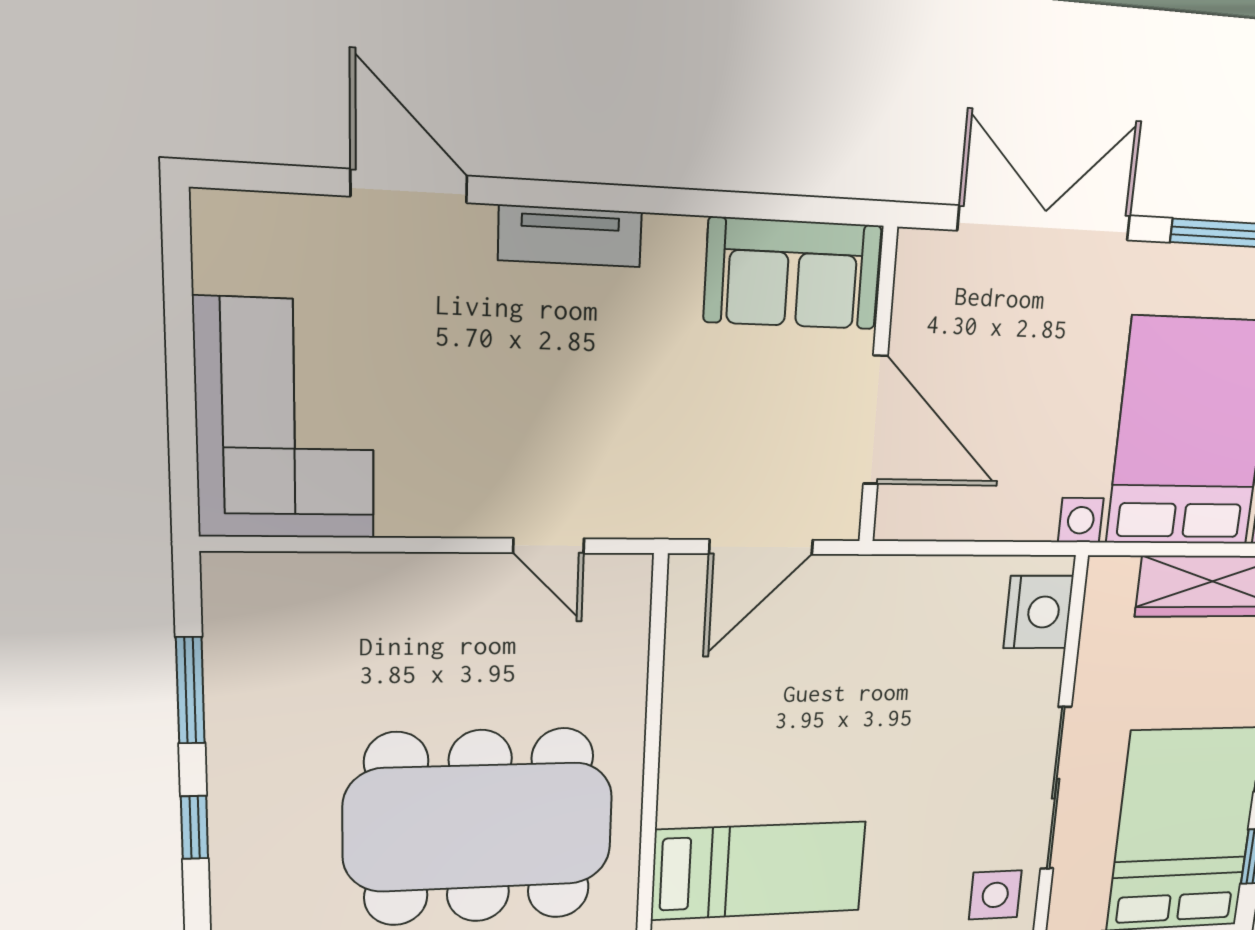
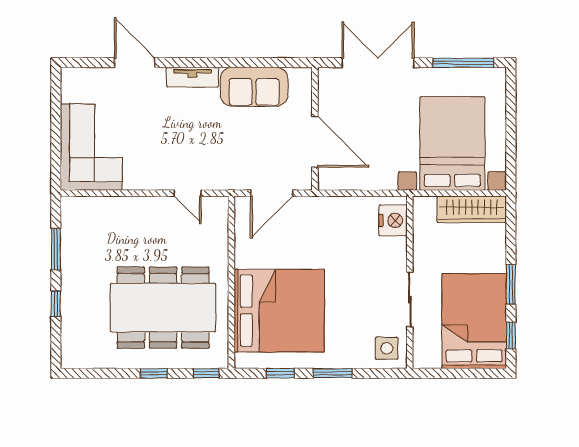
sofa: (793, 274) -> (254, 87), moved
sliding door: (1056, 789) -> (410, 300), width x0.73
bed: (759, 871) -> (279, 311), width x2.04

